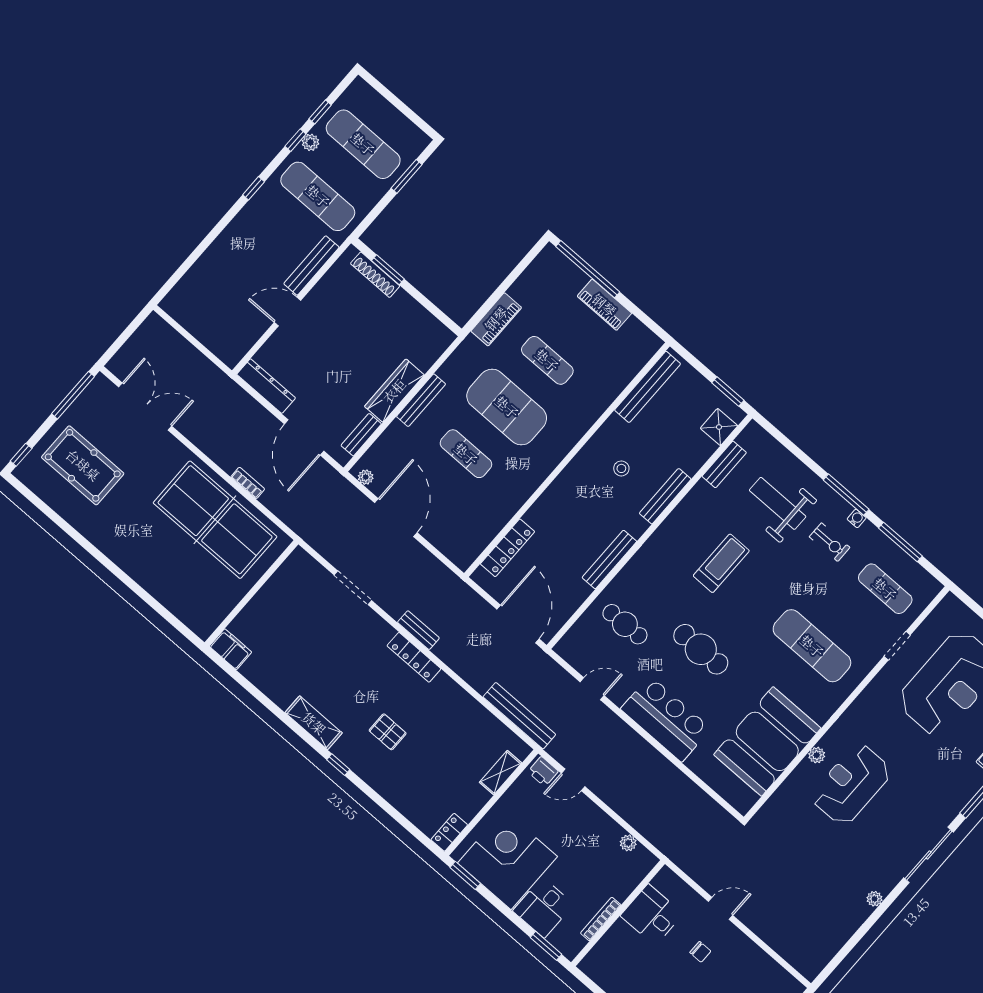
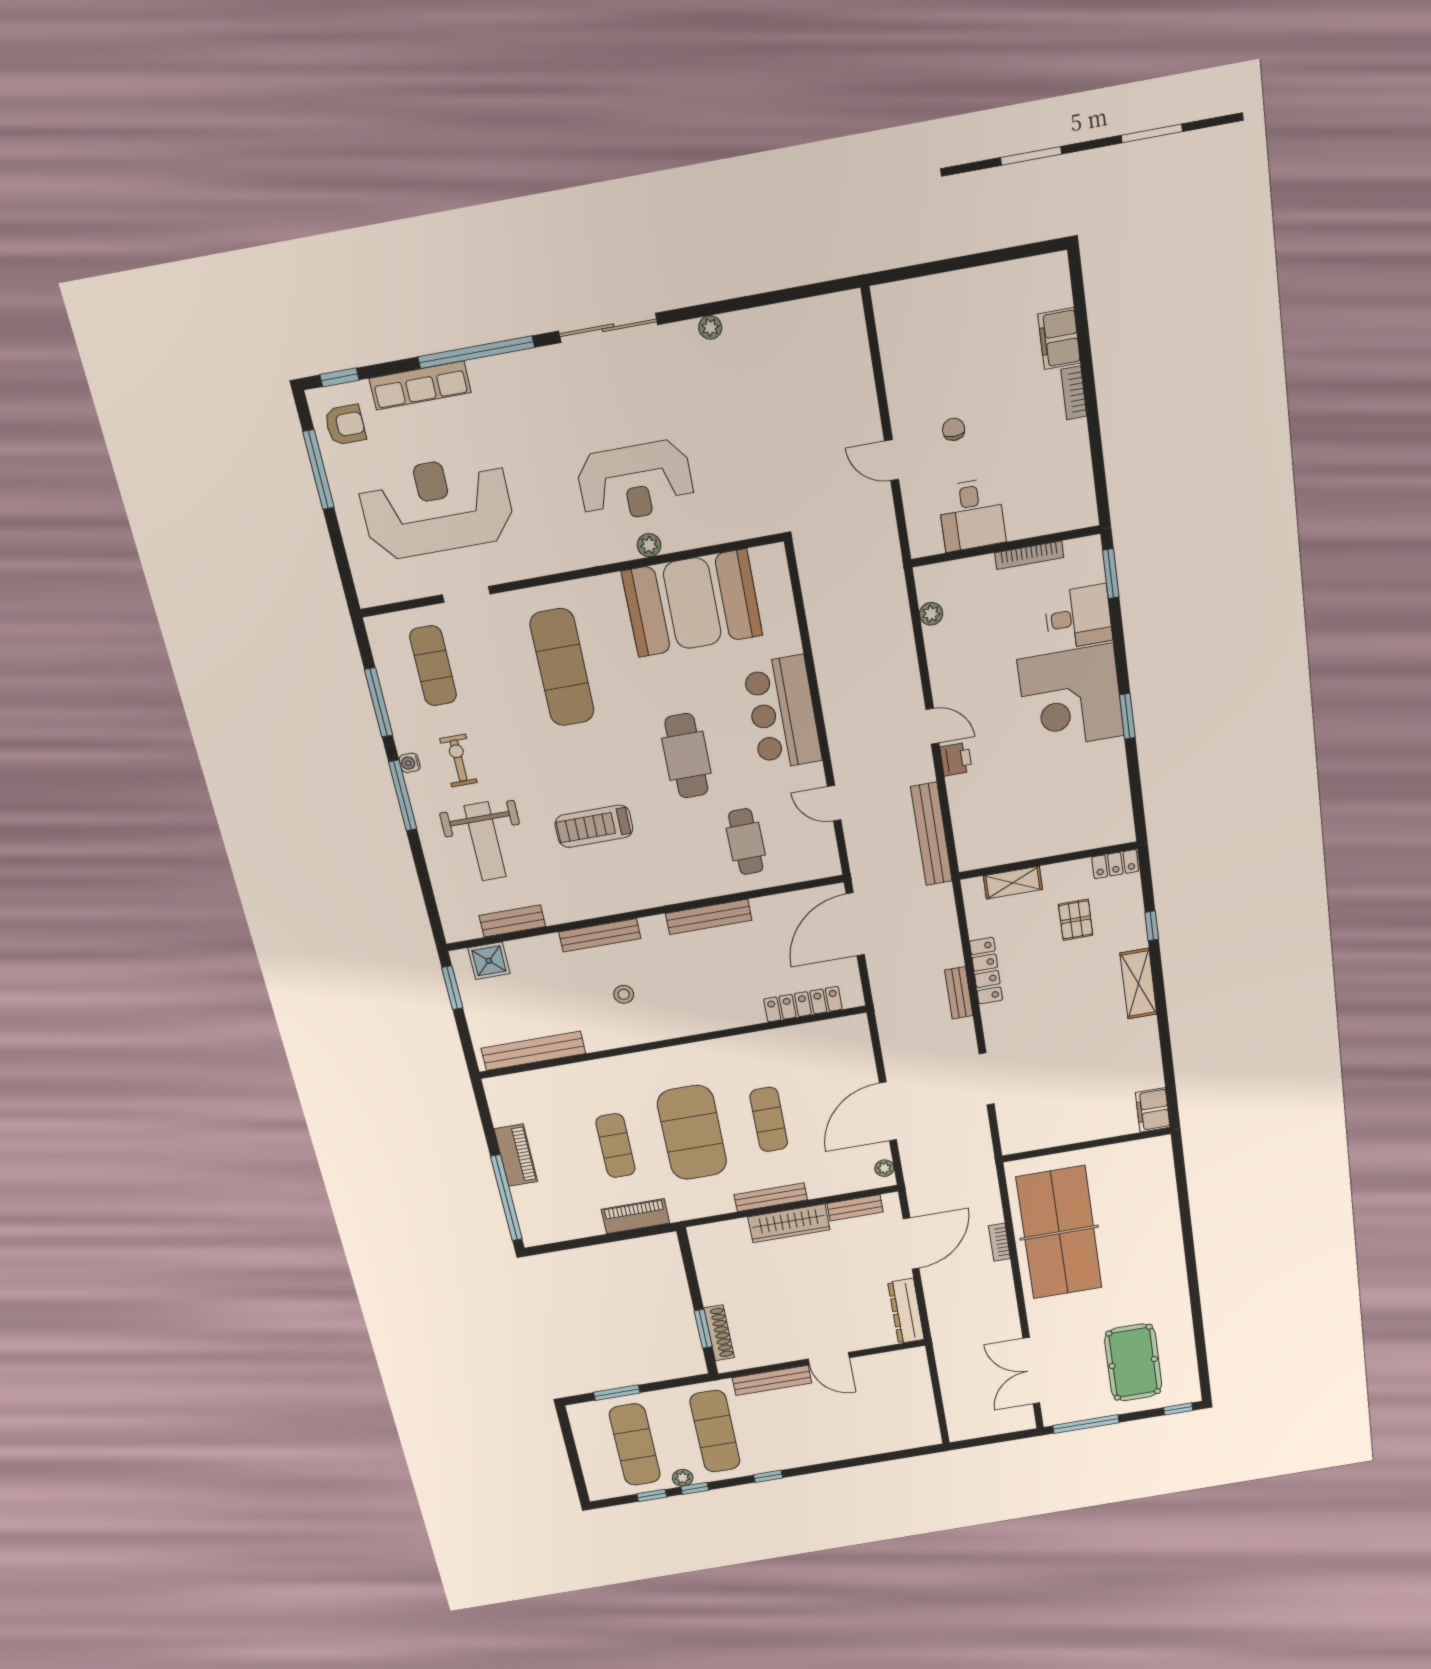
shelving: (501, 773) -> (1013, 883), moved
wall: (491, 803) -> (1048, 861), moved
locker: (449, 832) -> (1115, 864), moved

